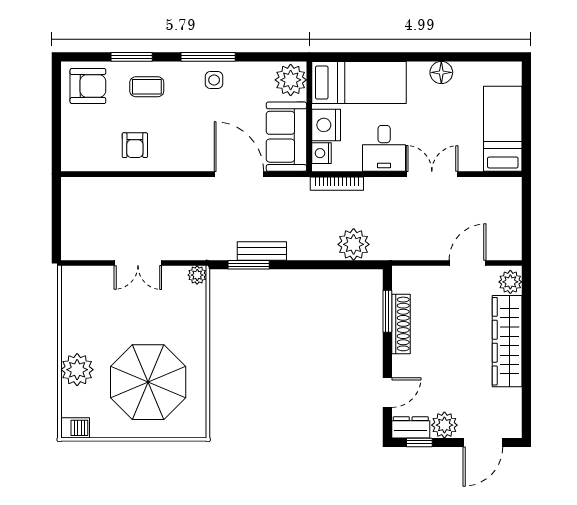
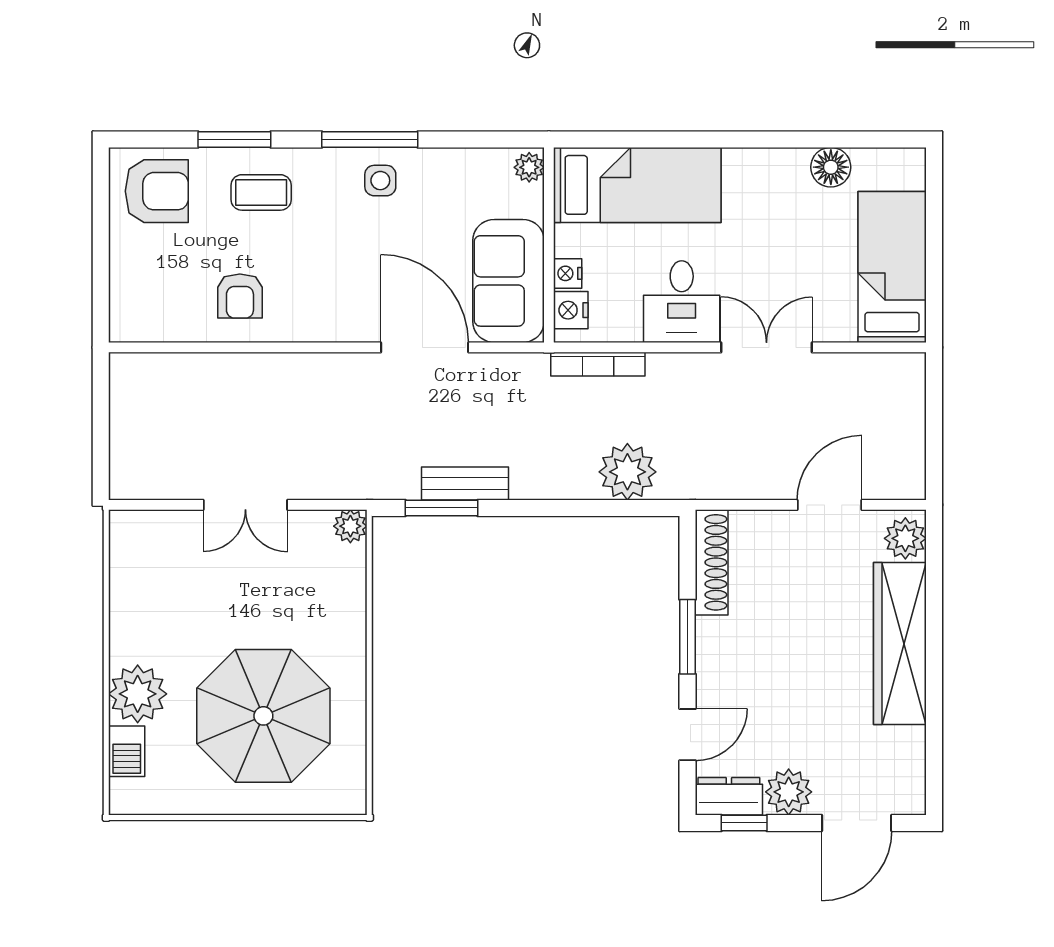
floor lamp: (441, 72) -> (831, 167), moved
plant: (291, 80) -> (529, 167), width x0.53, depth x0.53
nightstand: (326, 125) -> (568, 273), width x0.53, depth x0.56
window: (387, 311) -> (687, 637), moved
shoe rack: (401, 324) -> (712, 562), moved
barbecue: (75, 428) -> (127, 751), moved, turned 90

